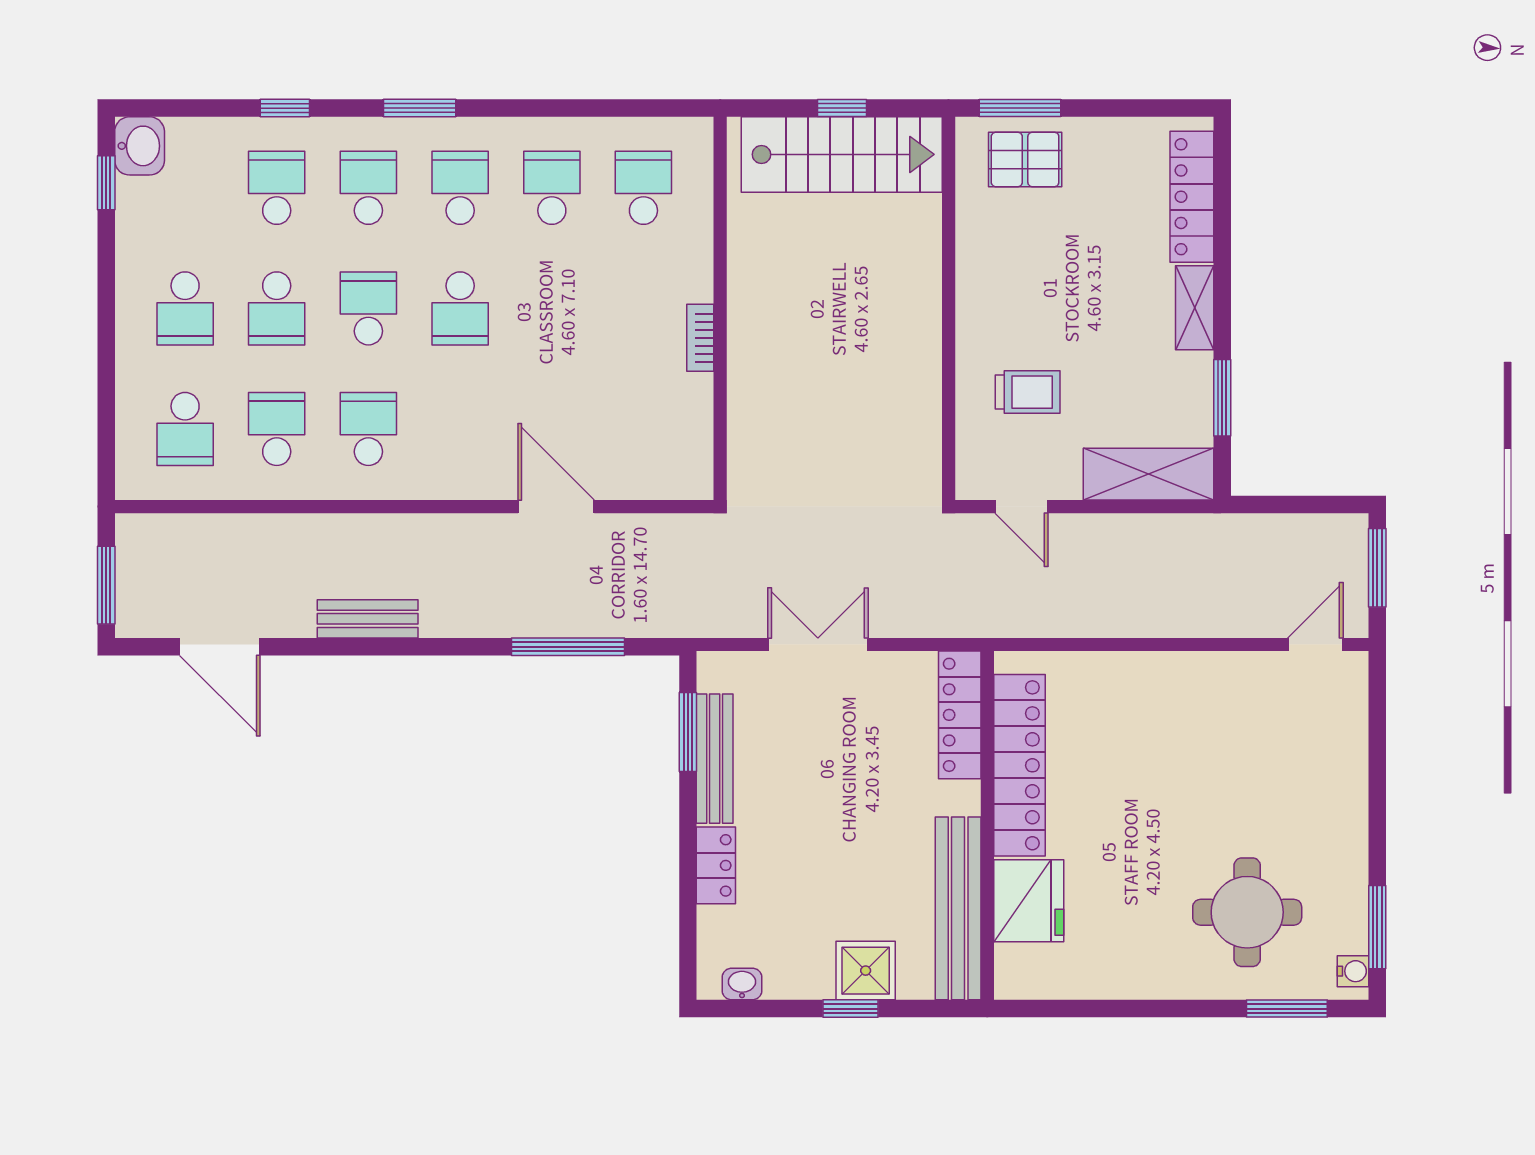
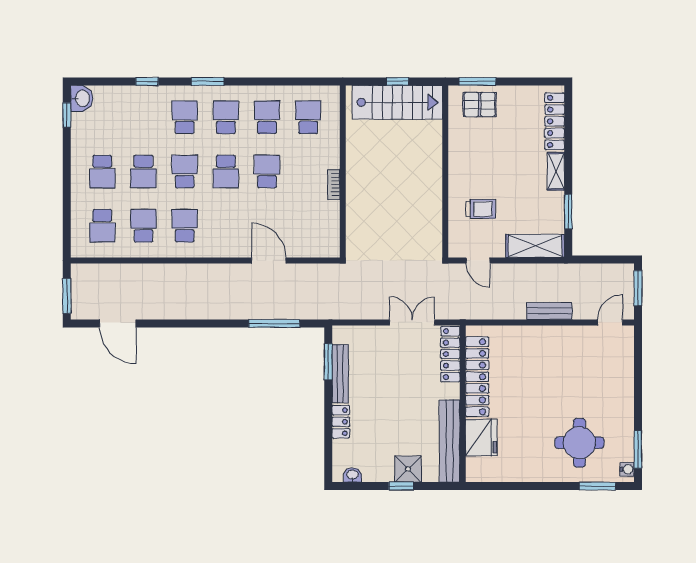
school desk: (277, 188) -> (267, 171), moved
bench: (368, 619) -> (549, 311), moved
double door: (818, 644) -> (412, 322), moved

